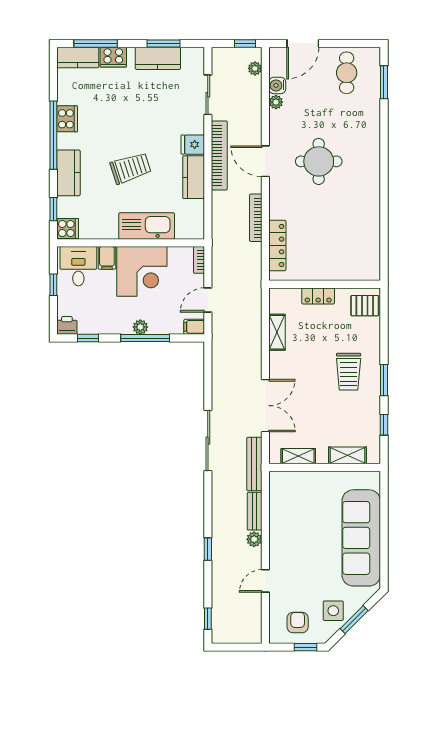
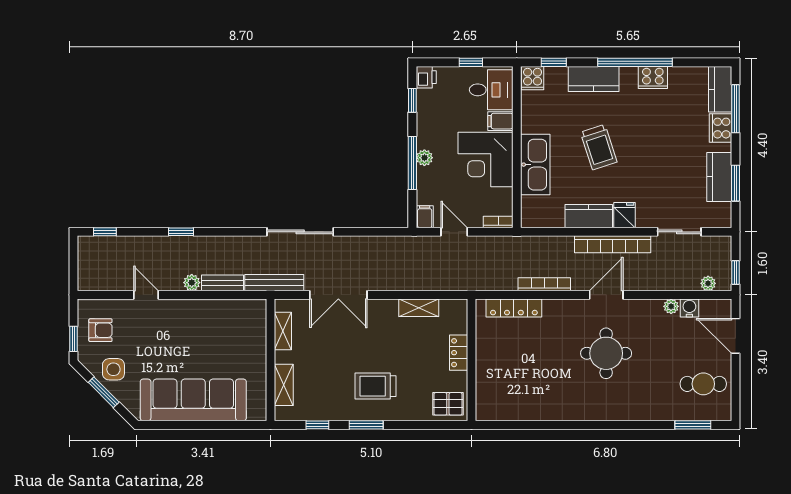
pallet: (365, 306) -> (448, 404), turned 90

